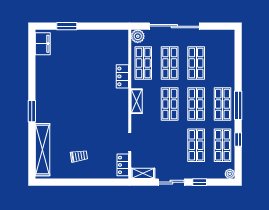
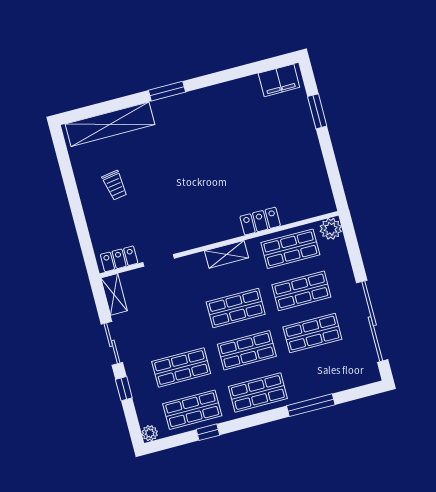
sliding door: (174, 26) -> (372, 321), moved
window: (238, 105) -> (311, 405), moved

